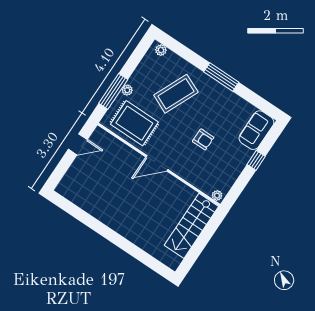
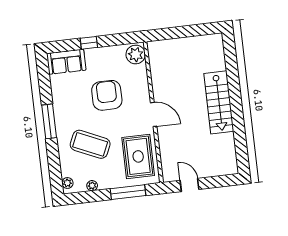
plant: (127, 90) -> (92, 186), moved
armchair: (203, 139) -> (107, 95), width x1.88, depth x1.88
plant: (217, 196) -> (136, 54), width x1.87, depth x1.87
stairs: (191, 226) -> (219, 102), moved, turned 90

